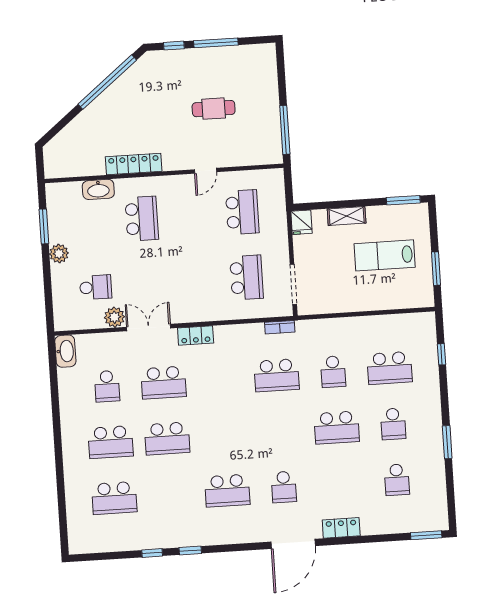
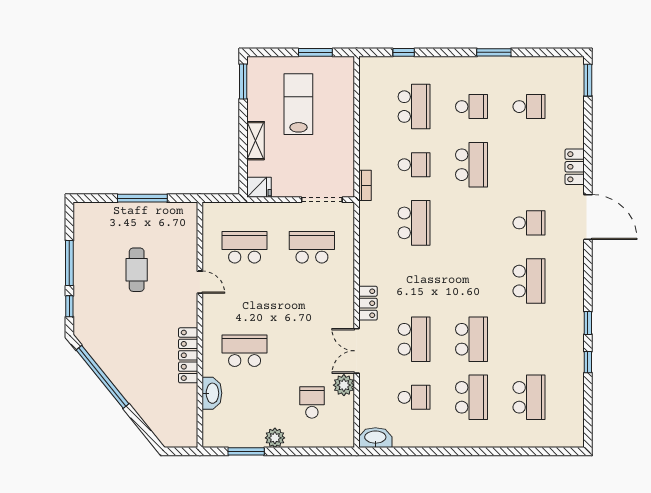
window: (285, 130) -> (142, 198), moved
lab bench: (385, 255) -> (298, 104), turned 180
bookcase: (280, 327) -> (365, 185), moved

